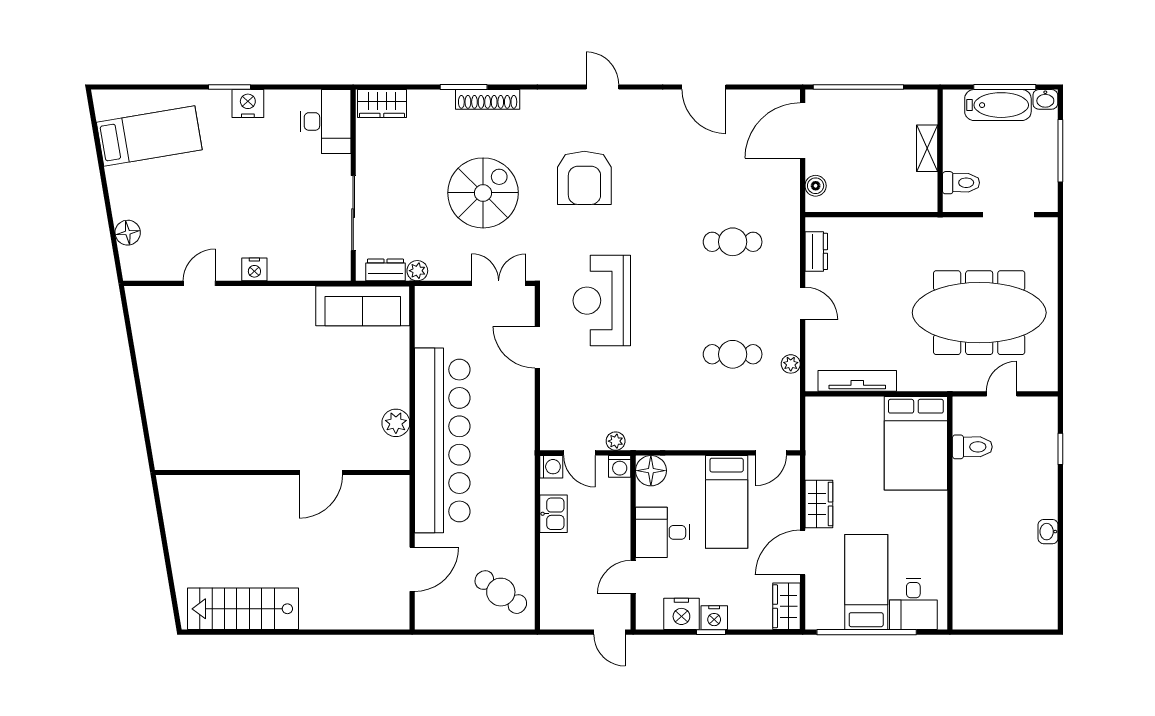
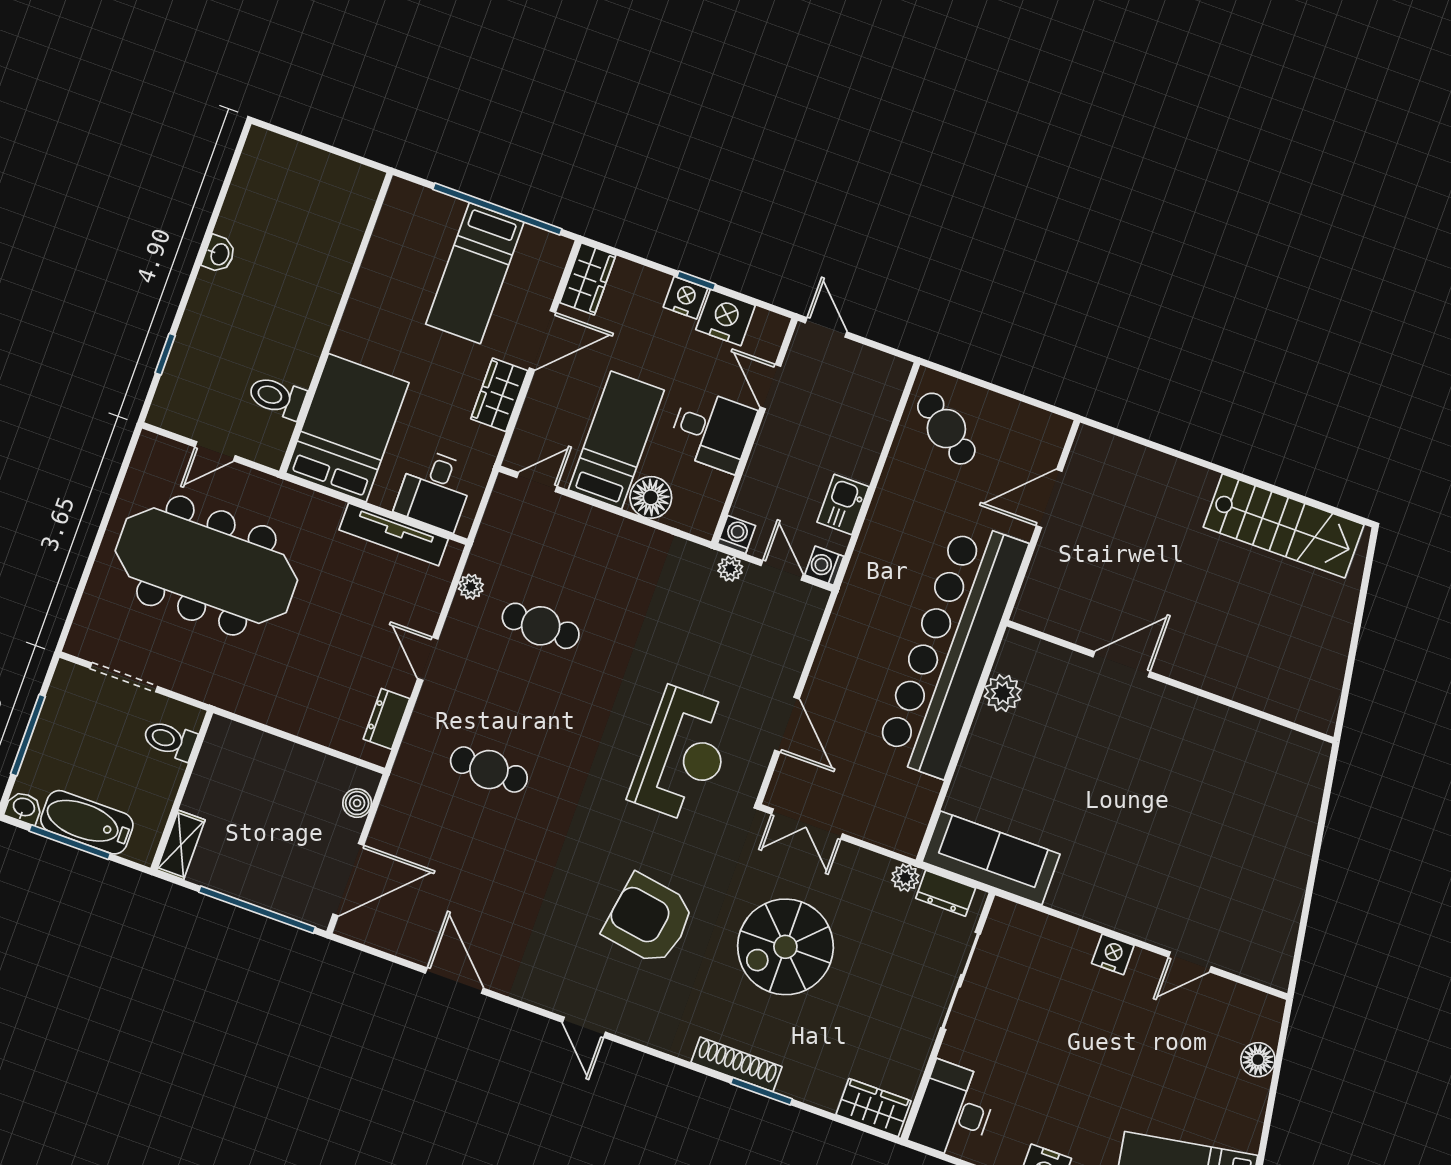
shelving: (927, 148) -> (181, 845), moved
armchair: (584, 178) -> (649, 919), turned -81
floor lamp: (651, 471) -> (651, 497), moved
door: (633, 577) -> (770, 387), swing flipped
desk: (913, 604) -> (435, 490), moved, turned 180

